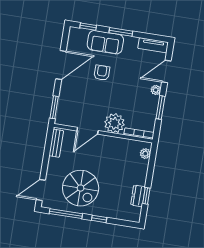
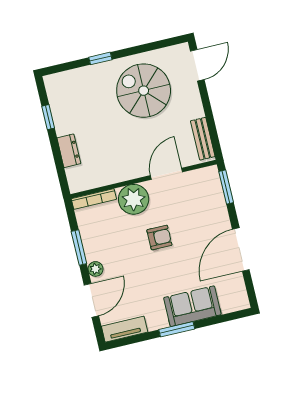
window: (88, 27) -> (225, 318), removed
armchair: (102, 73) -> (159, 238), moved, turned -90
plant: (145, 154) -> (74, 175), removed
dresser: (138, 196) -> (69, 151), moved
window: (66, 214) -> (149, 47), removed

